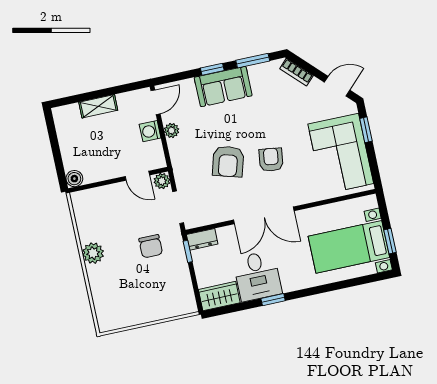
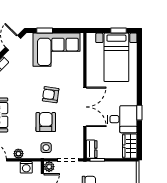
washing machine: (150, 131) -> (26, 167), moved
armchair: (228, 161) -> (46, 122), turned -106
side table: (190, 170) -> (46, 148), added

